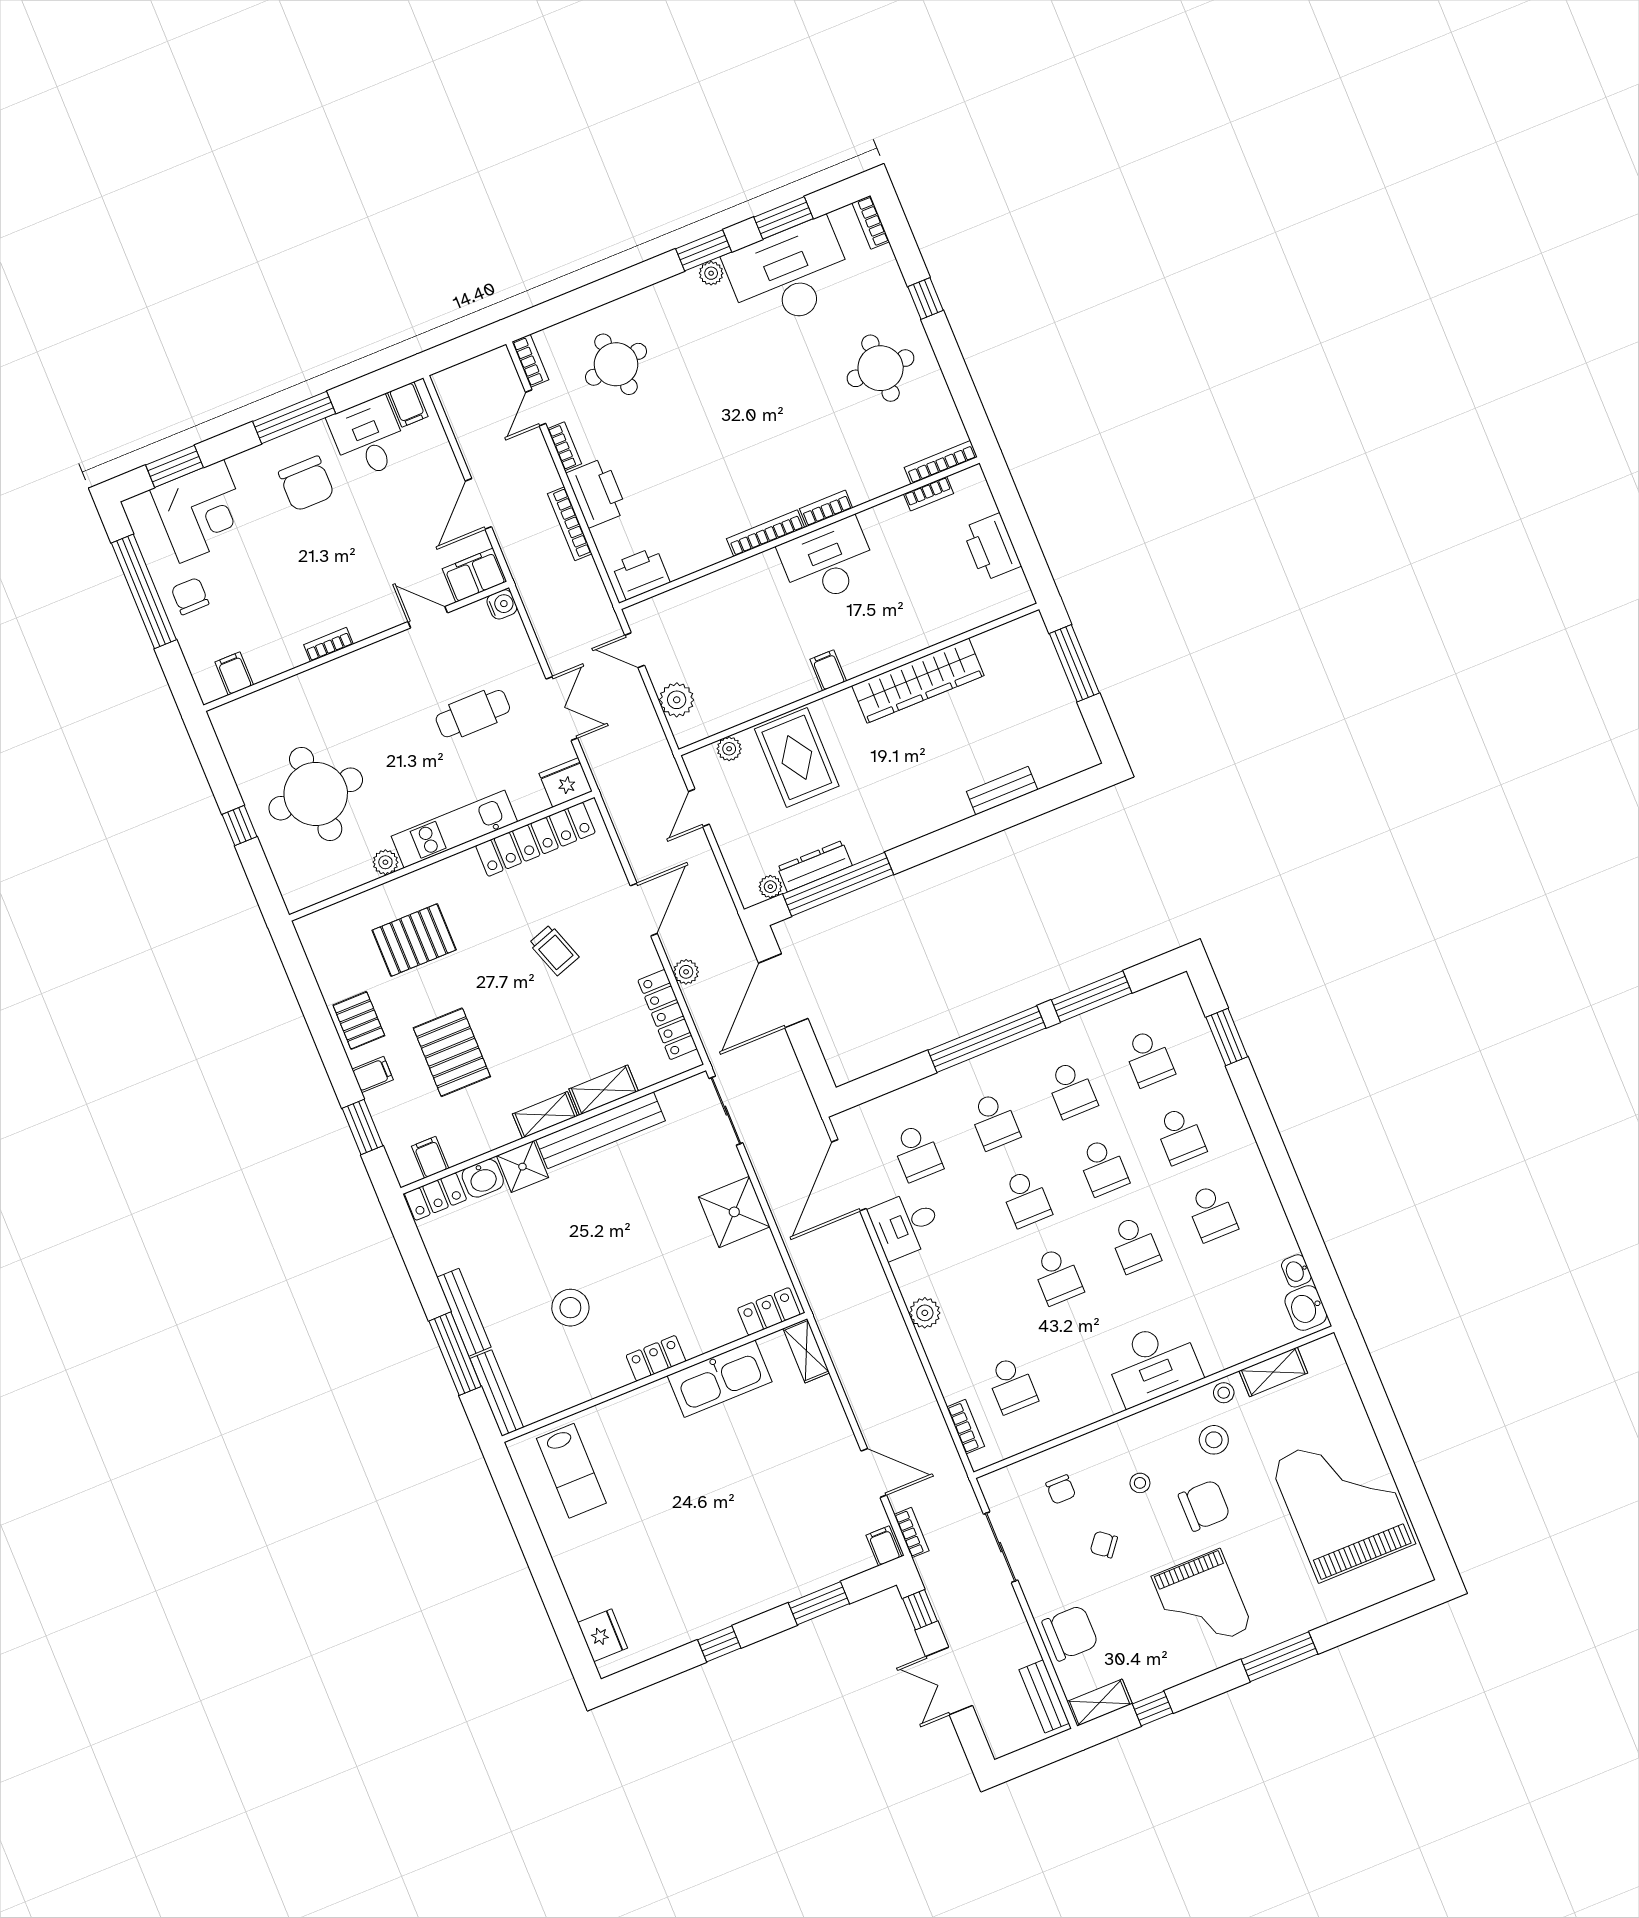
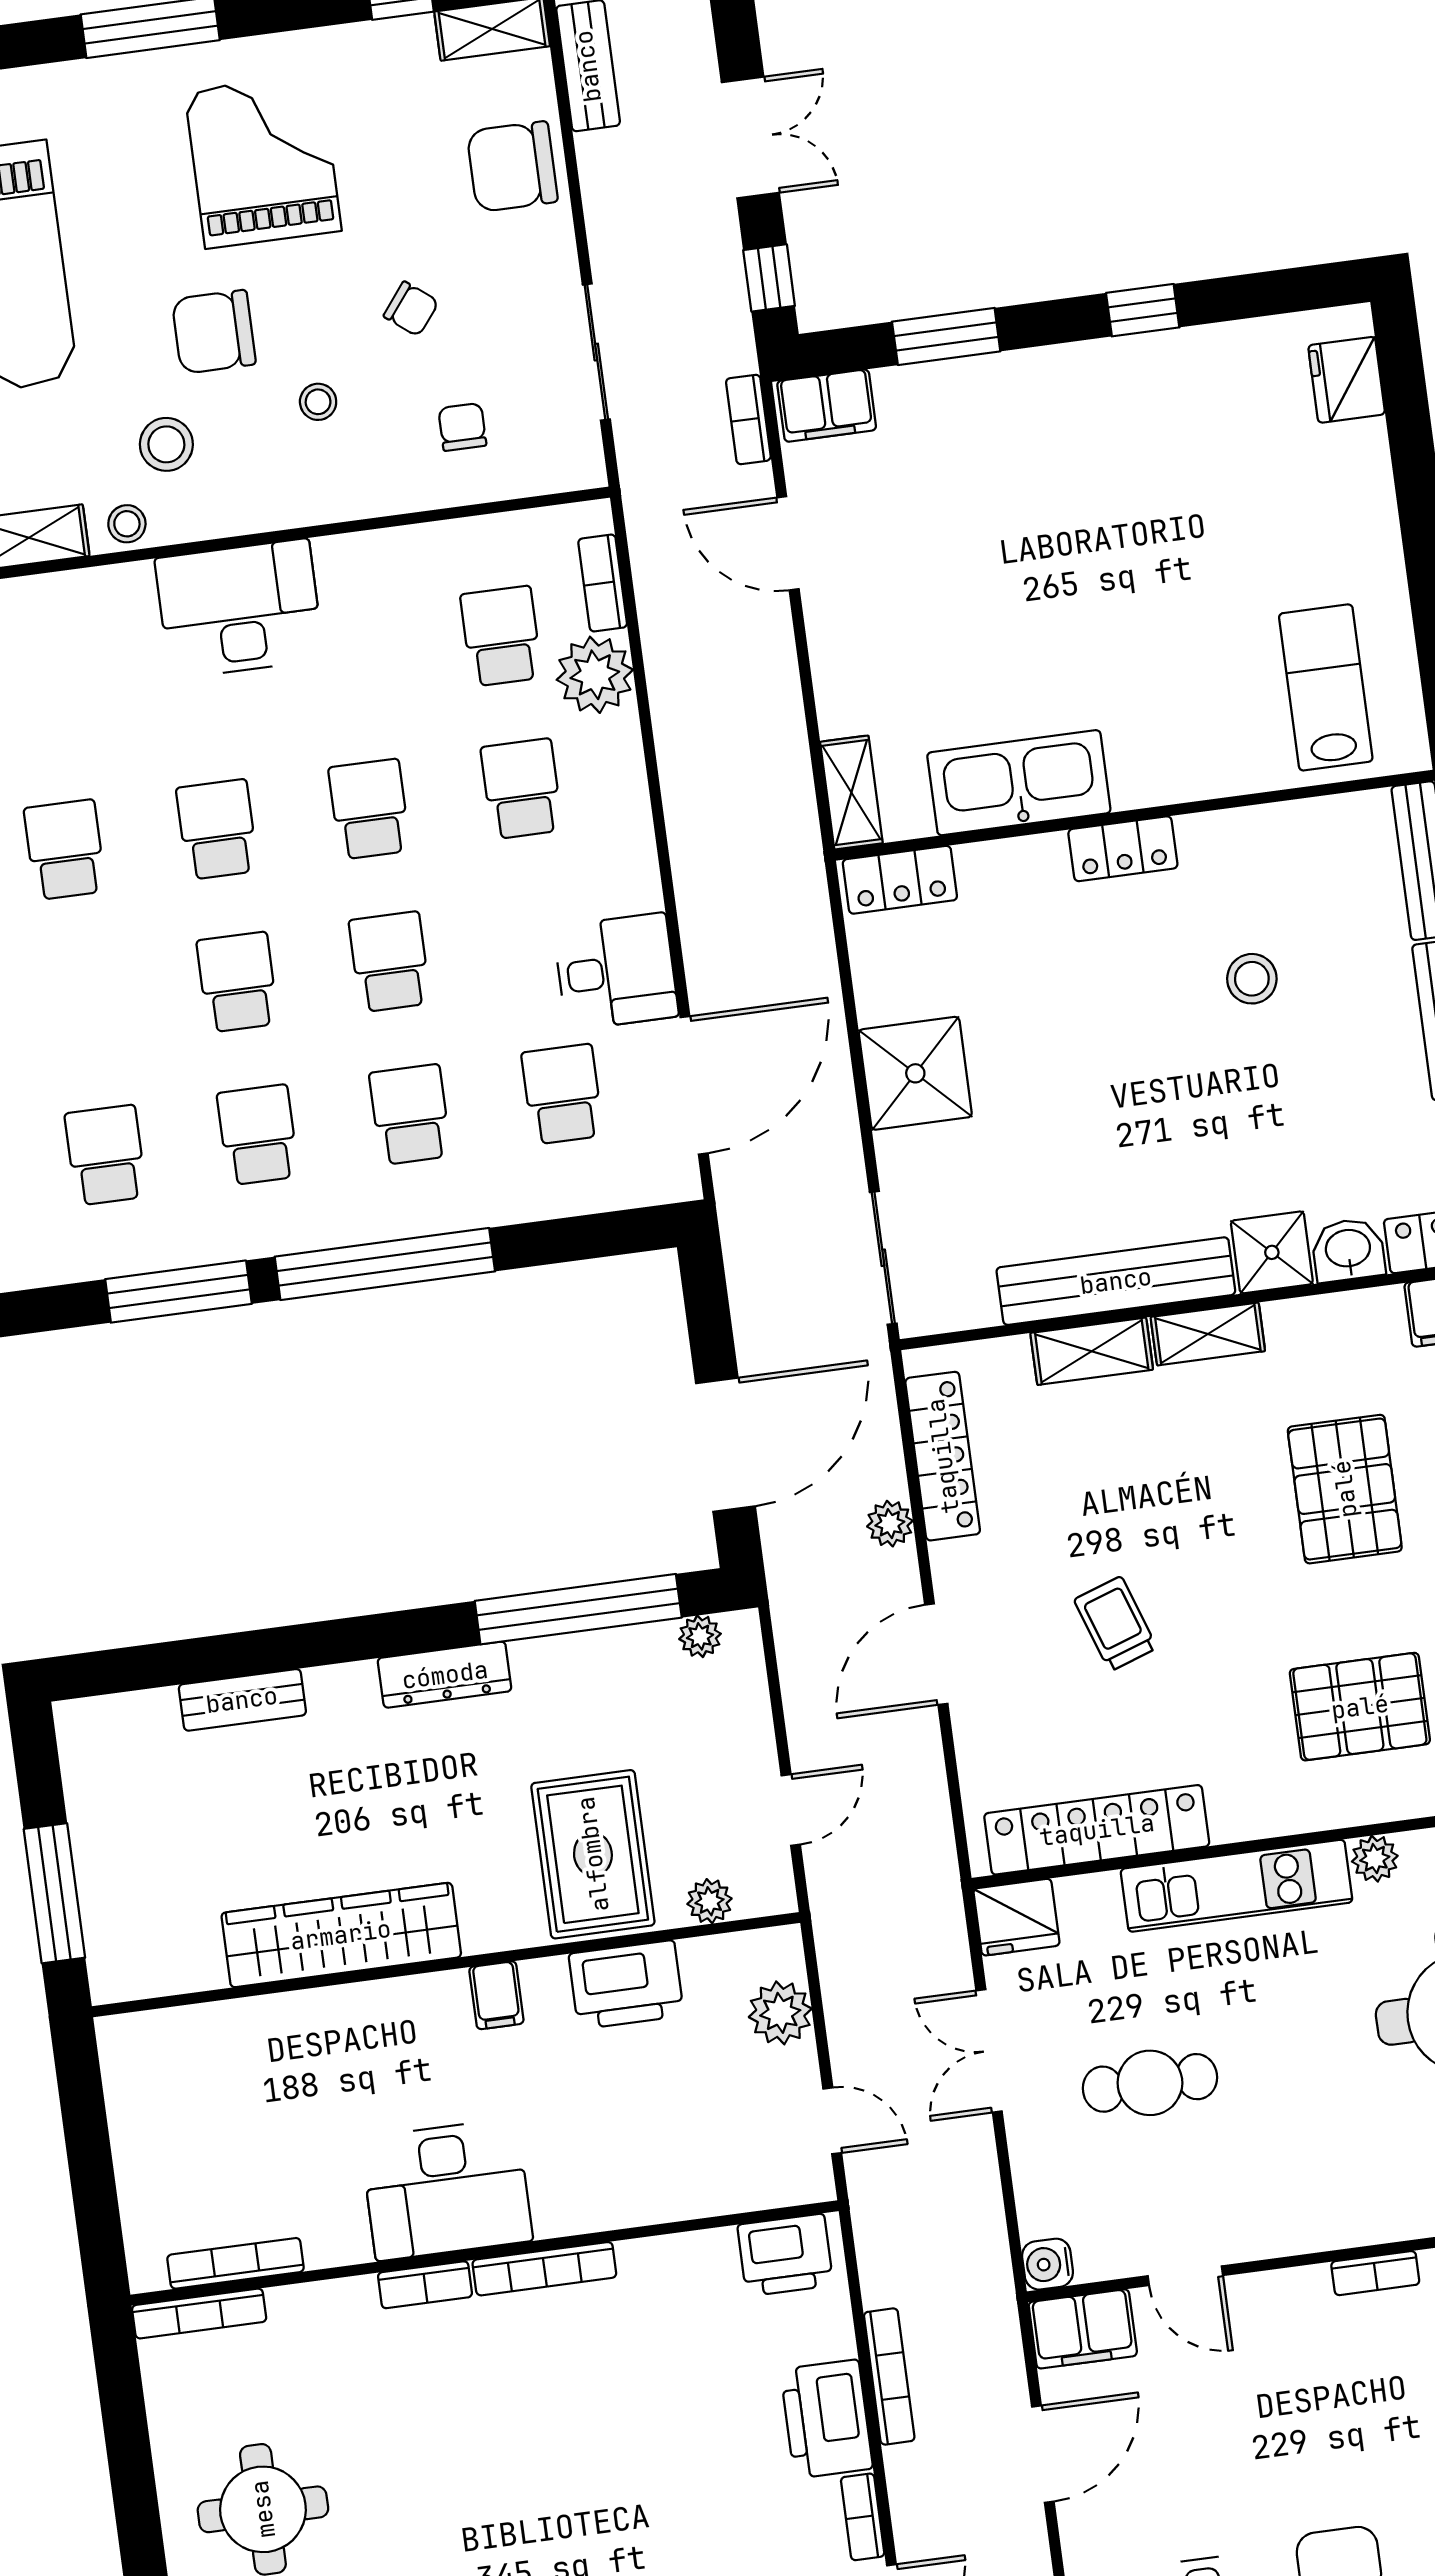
bookcase: (929, 494) -> (236, 2263), width x1.56
printer: (992, 547) -> (626, 1985), moved, turned 90
dresser: (815, 866) -> (445, 1675), moved
school desk: (1180, 1136) -> (522, 789), moved
stool: (570, 1308) -> (1252, 979), width x0.73, depth x0.73
plant: (925, 1313) -> (595, 675), moved, width x1.36, depth x1.36
filing cabinet: (884, 1546) -> (827, 406), width x2.00

